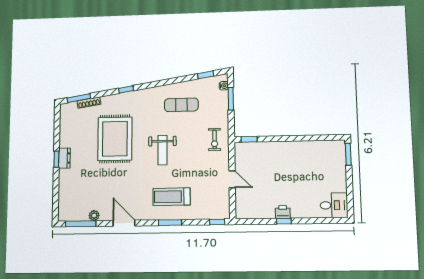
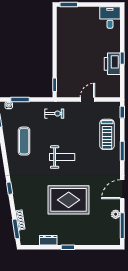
rug: (115, 139) -> (69, 200), moved
dresser: (64, 158) -> (48, 240), moved
treadmill: (171, 197) -> (107, 134), moved
printer: (283, 212) -> (112, 64), width x1.87, depth x1.48

